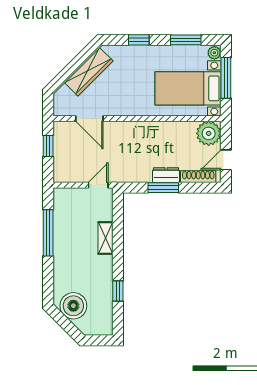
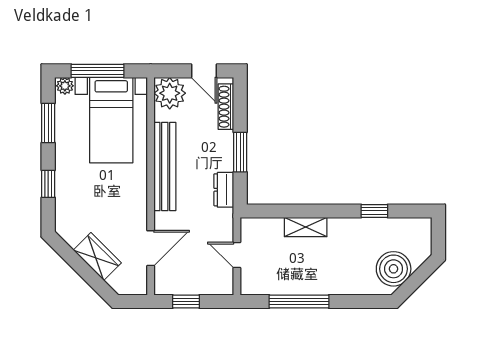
wardrobe: (89, 72) -> (97, 257), width x0.67
bench: (152, 130) -> (165, 167), added
dresser: (166, 175) -> (224, 190), moved
door: (98, 185) -> (237, 255), moved

